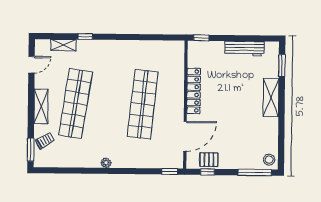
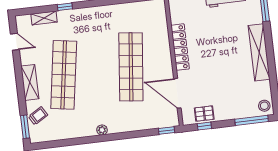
door: (32, 65) -> (15, 42), hinge flipped
shelving: (271, 97) -> (259, 52), width x1.47
door: (185, 136) -> (177, 93), swing flipped

